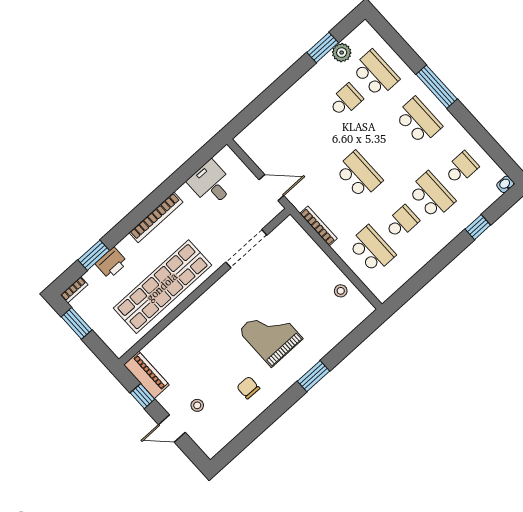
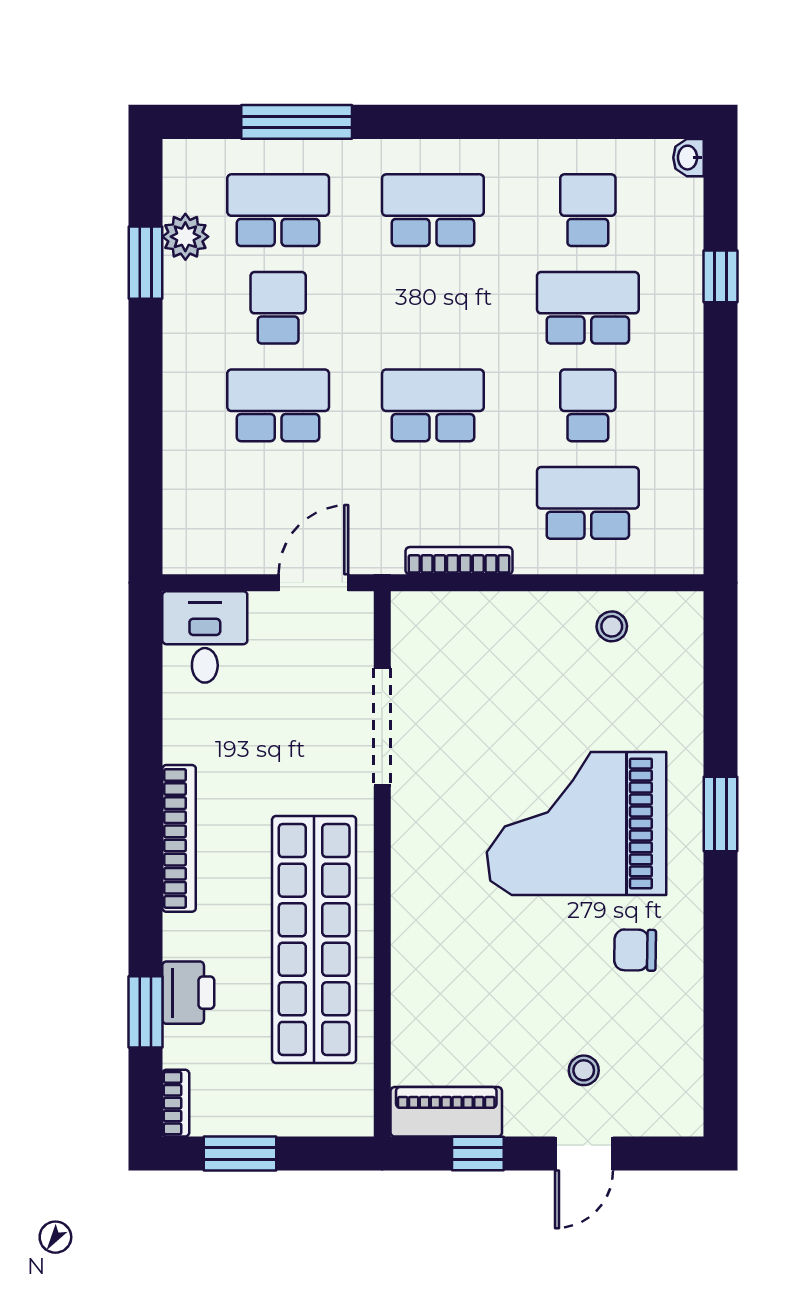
window: (437, 87) -> (297, 122), moved
school desk: (316, 128) -> (278, 405), added
desk: (211, 184) -> (205, 637), moved, turned 90
grand piano: (271, 335) -> (576, 823), width x1.37, depth x1.48

